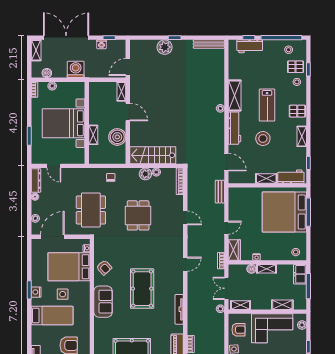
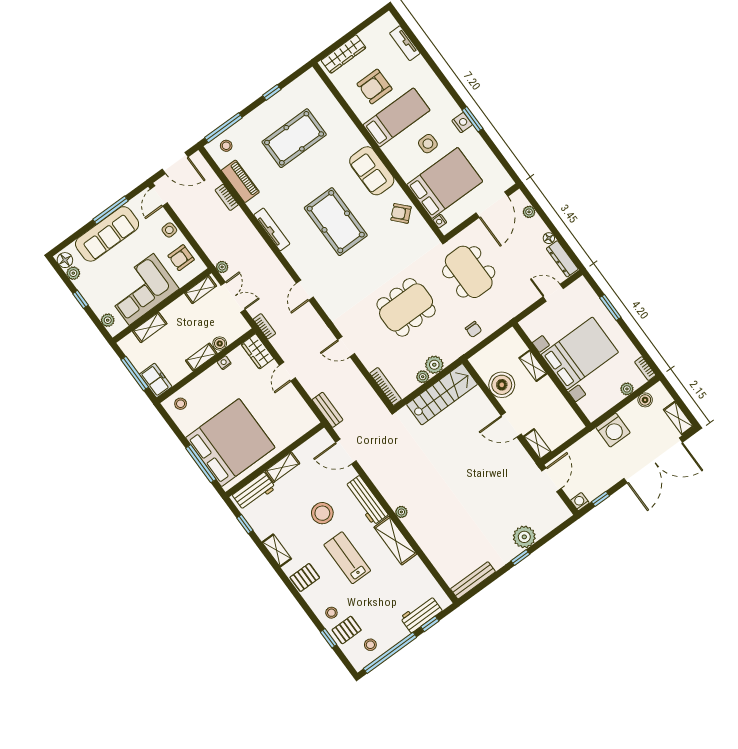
washing machine: (101, 44) -> (580, 502), moved
dining table: (138, 215) -> (406, 307), width x1.38
bed: (52, 316) -> (397, 118), moved, turned 180

